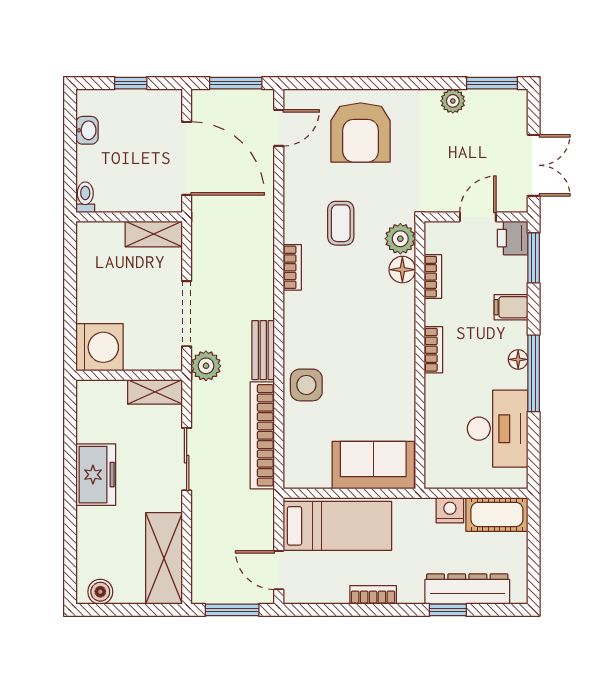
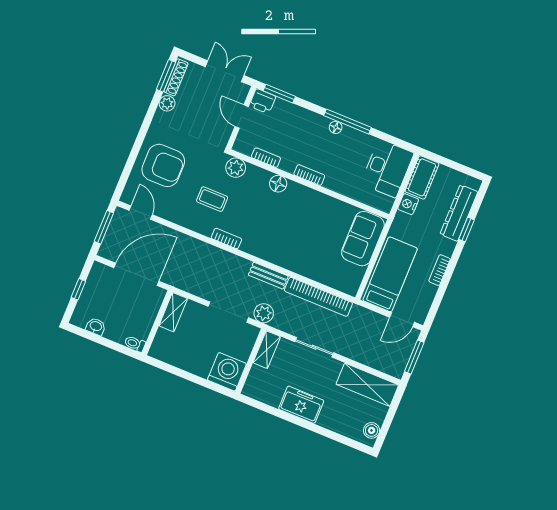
shoe rack: (496, 98) -> (176, 77), added
floor lamp: (402, 270) -> (278, 184), moved
filing cabinet: (511, 307) -> (303, 119), removed
side table: (306, 385) -> (299, 259), removed
desk: (498, 429) -> (387, 168), moved, turned 90

